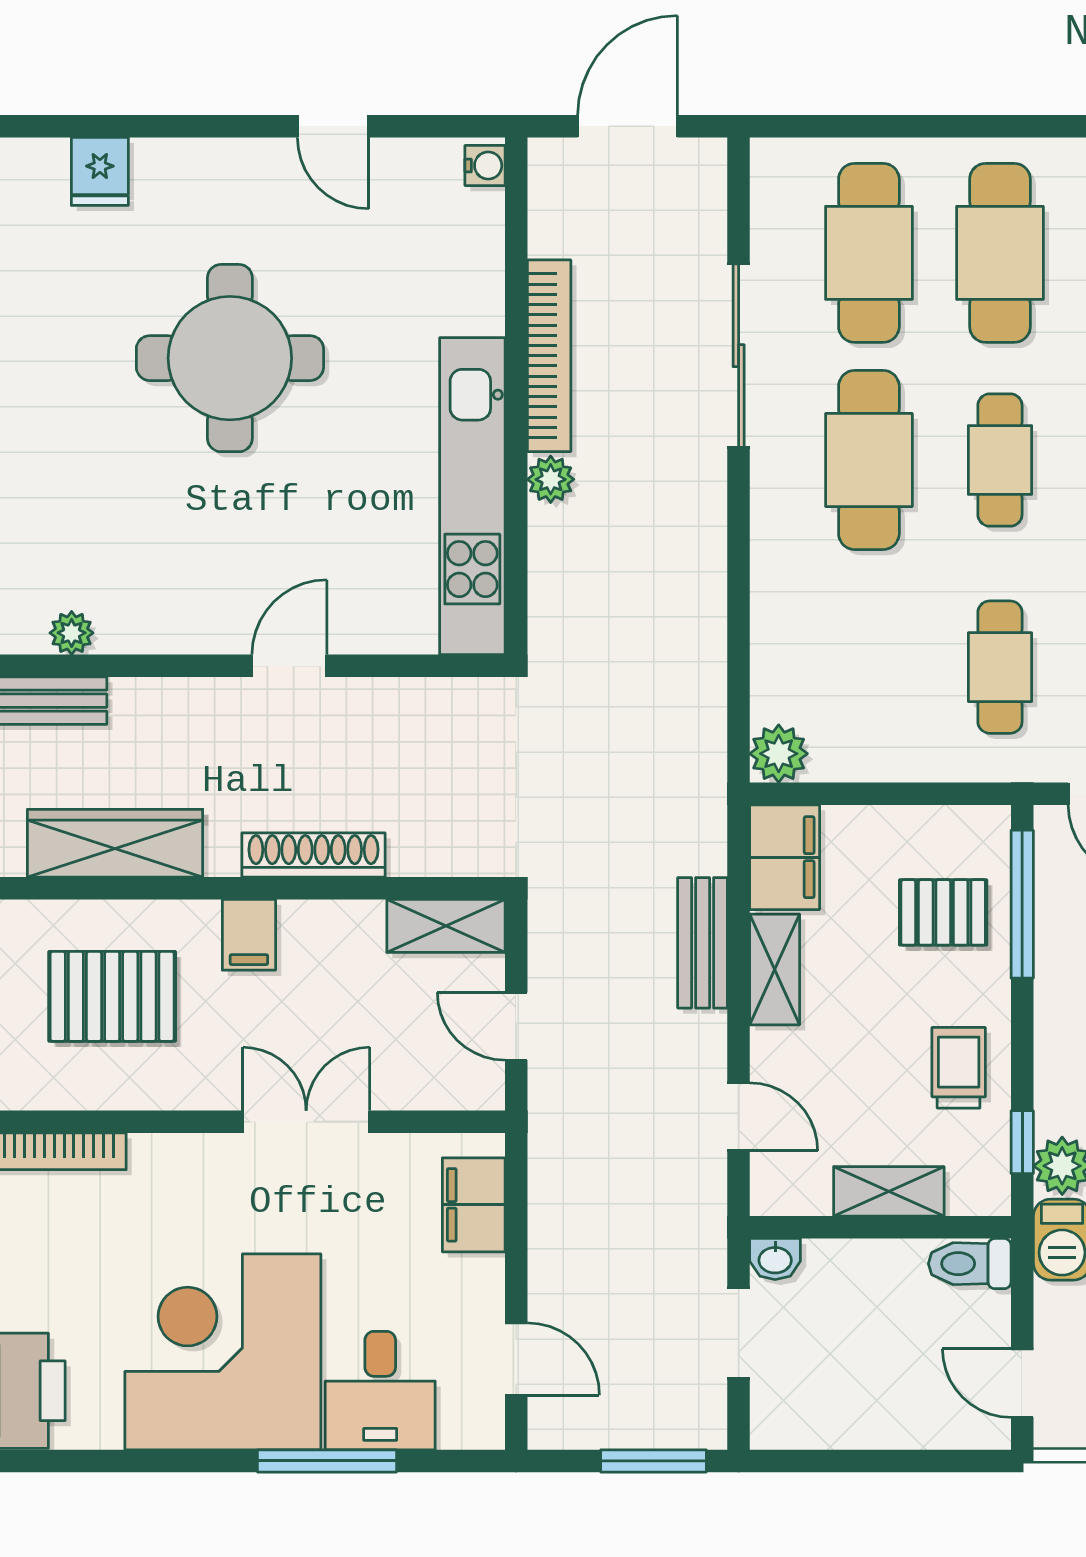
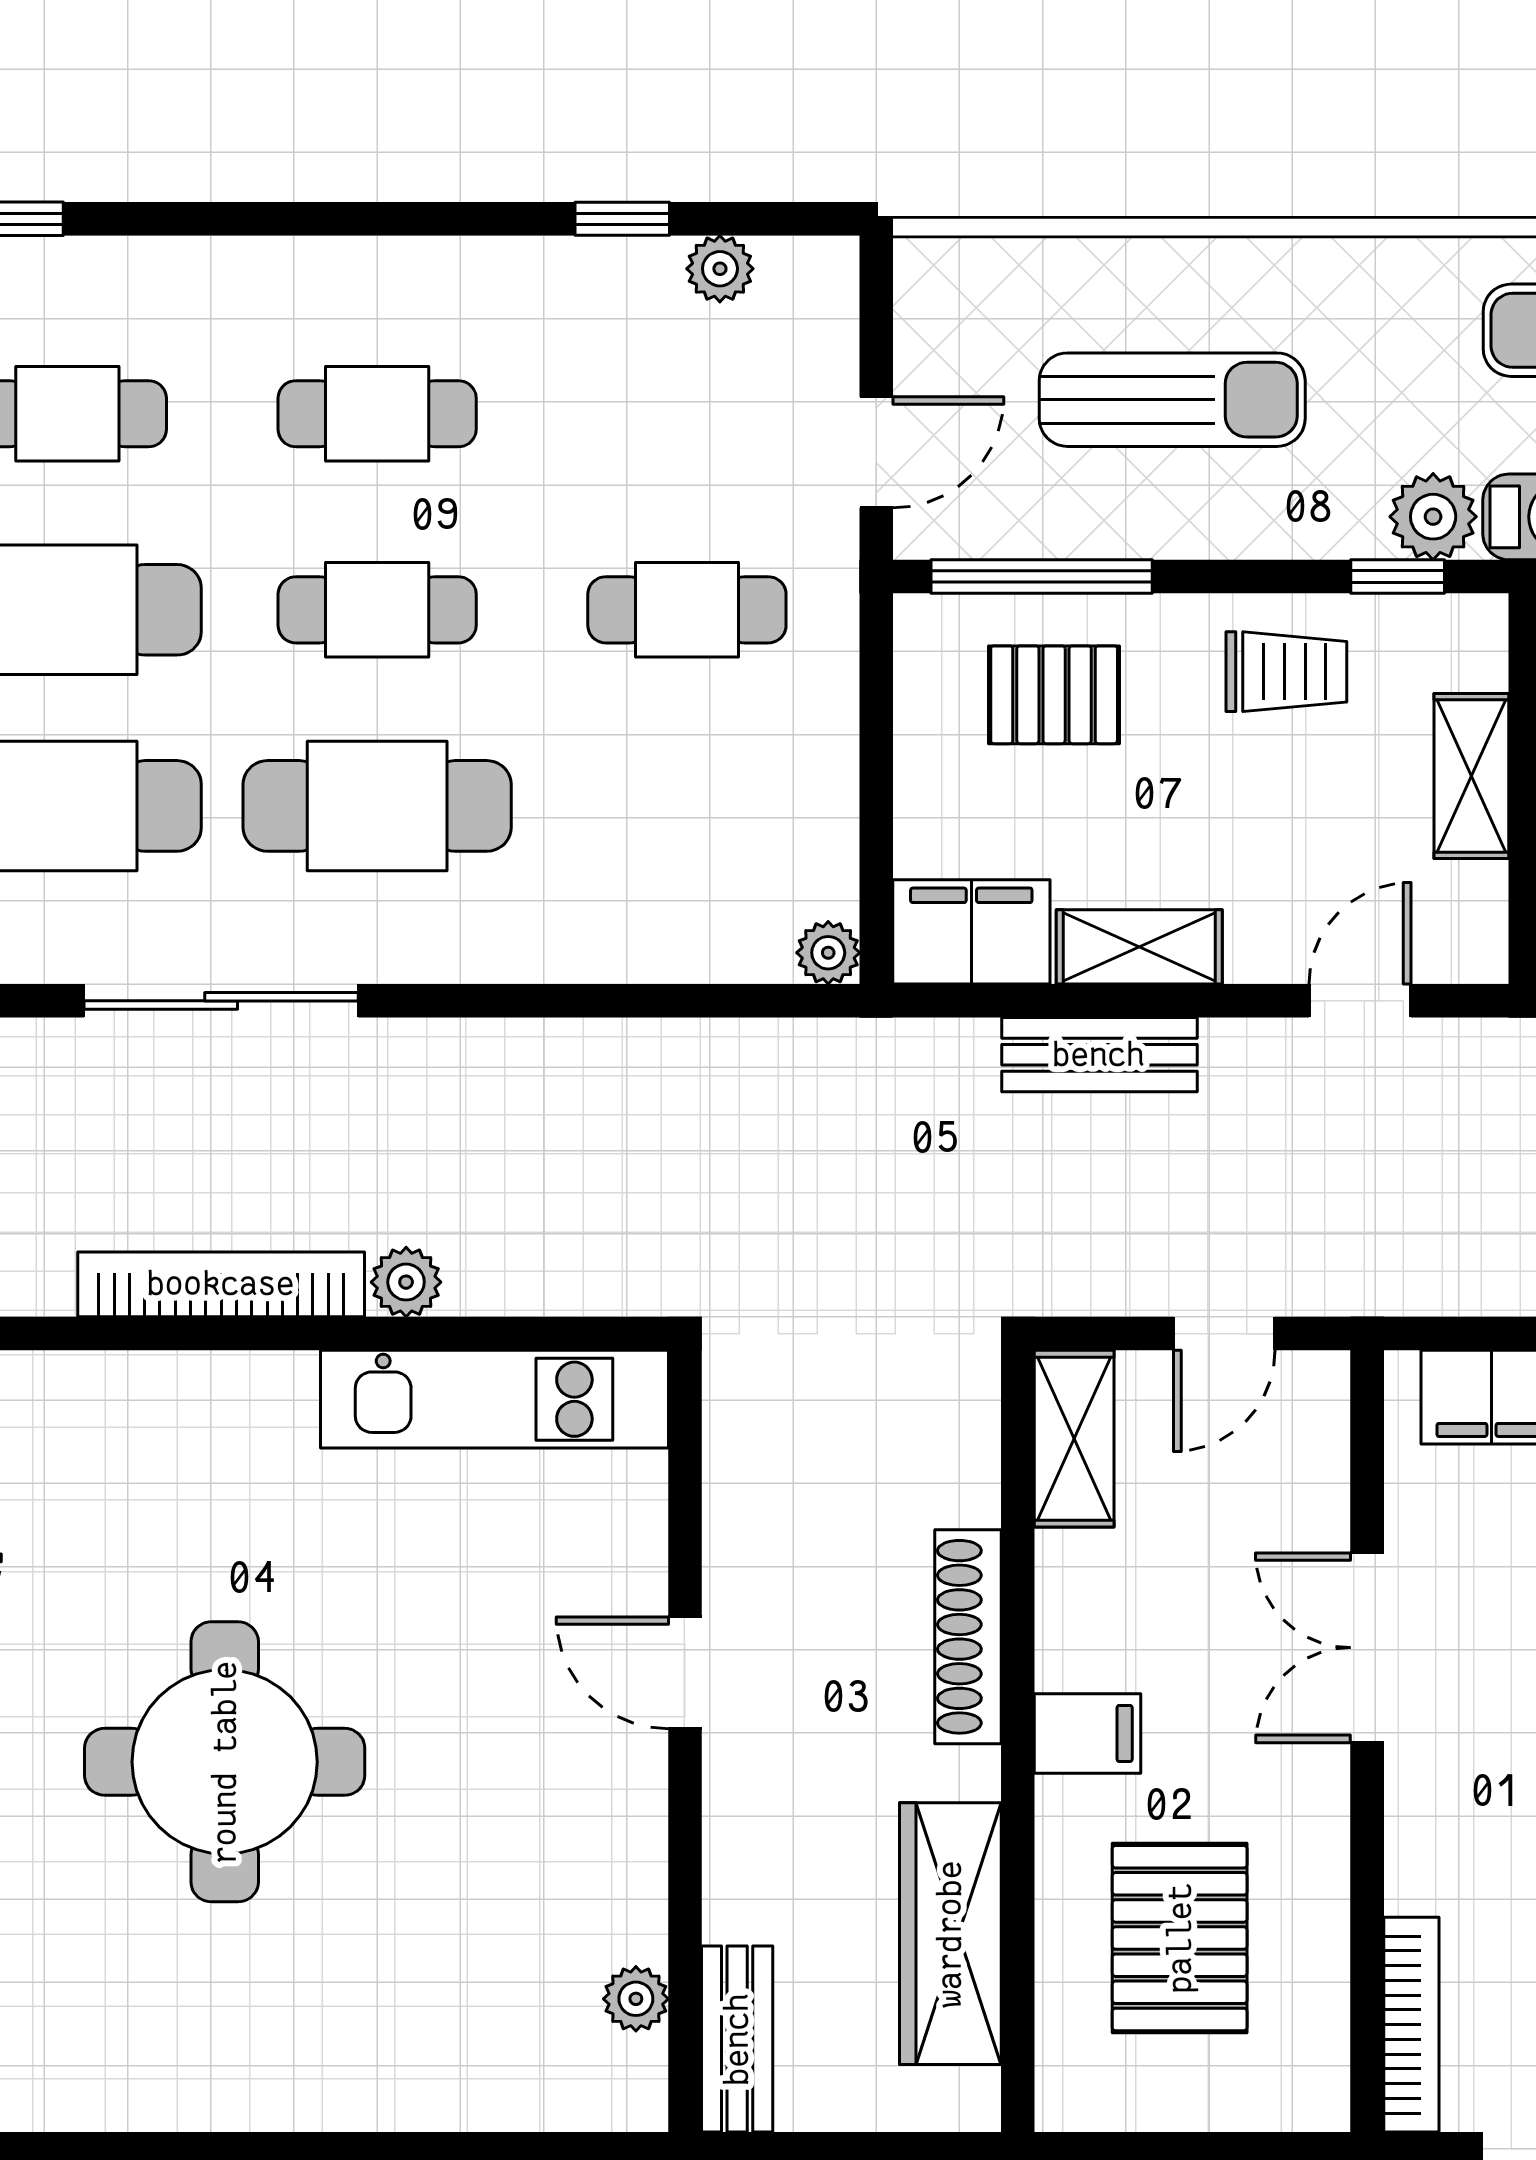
kitchen unit: (472, 496) -> (494, 1399), width x0.73
plant: (779, 754) -> (828, 953), width x0.73, depth x0.73
pallet: (943, 912) -> (1054, 695), turned 90
trolley: (959, 1068) -> (1286, 672), turned 180

